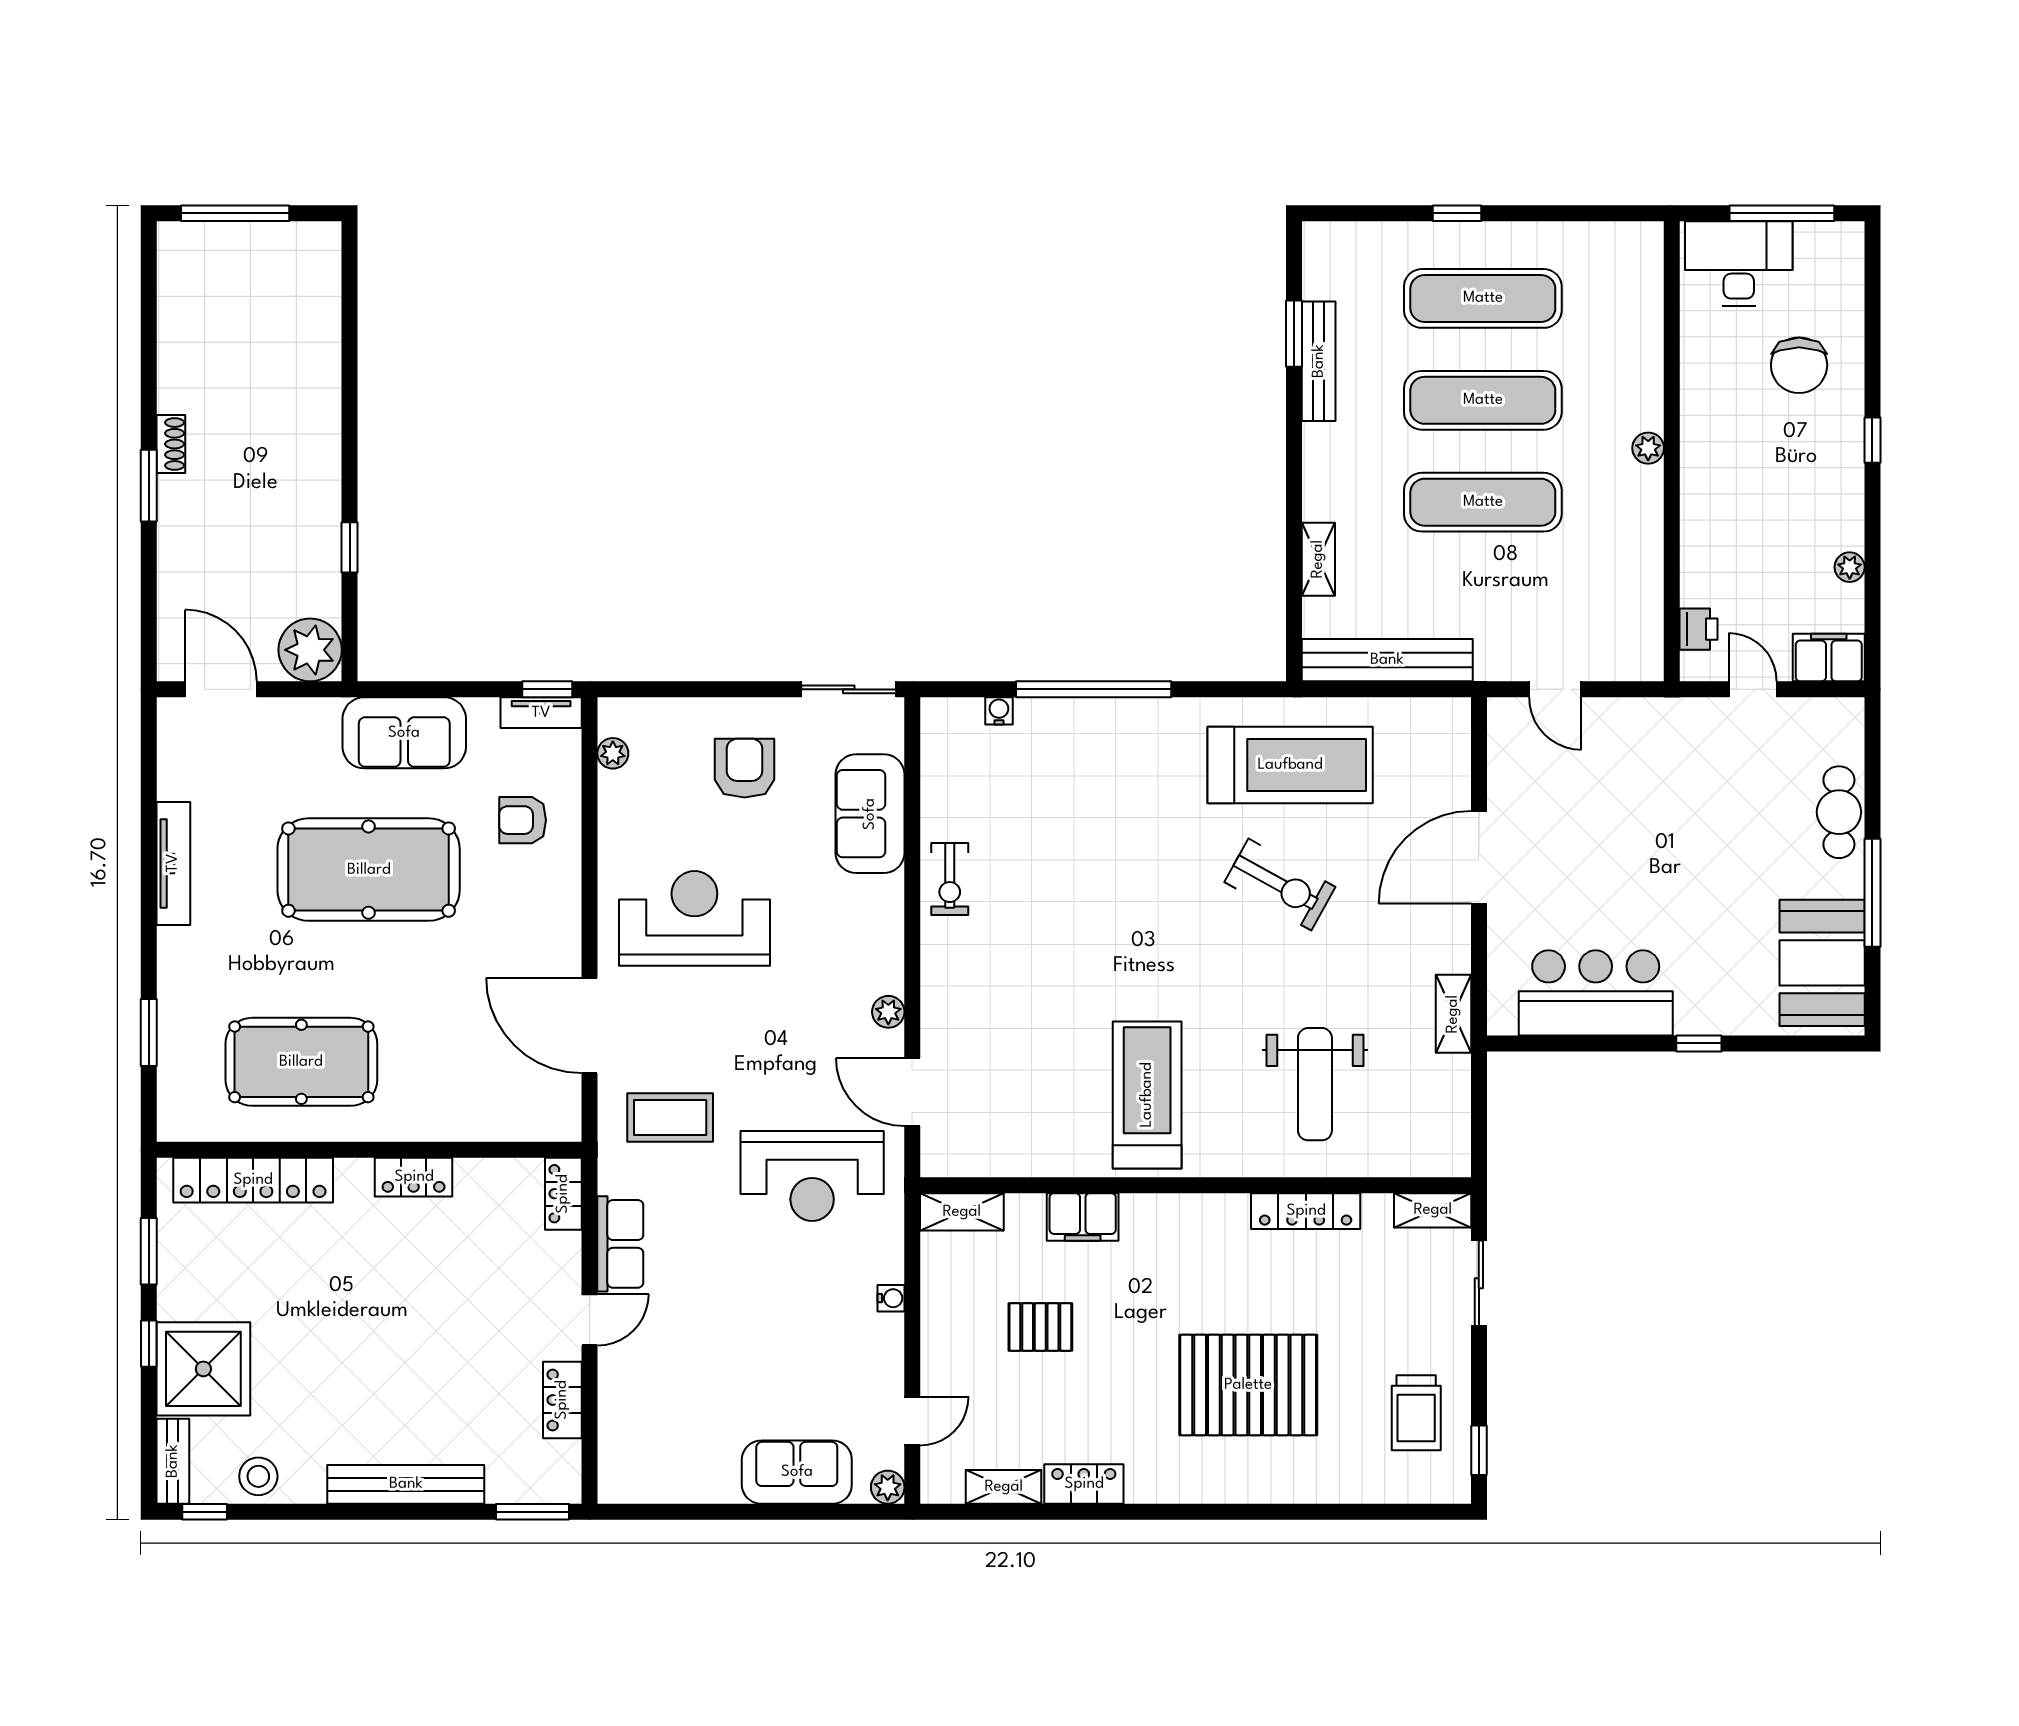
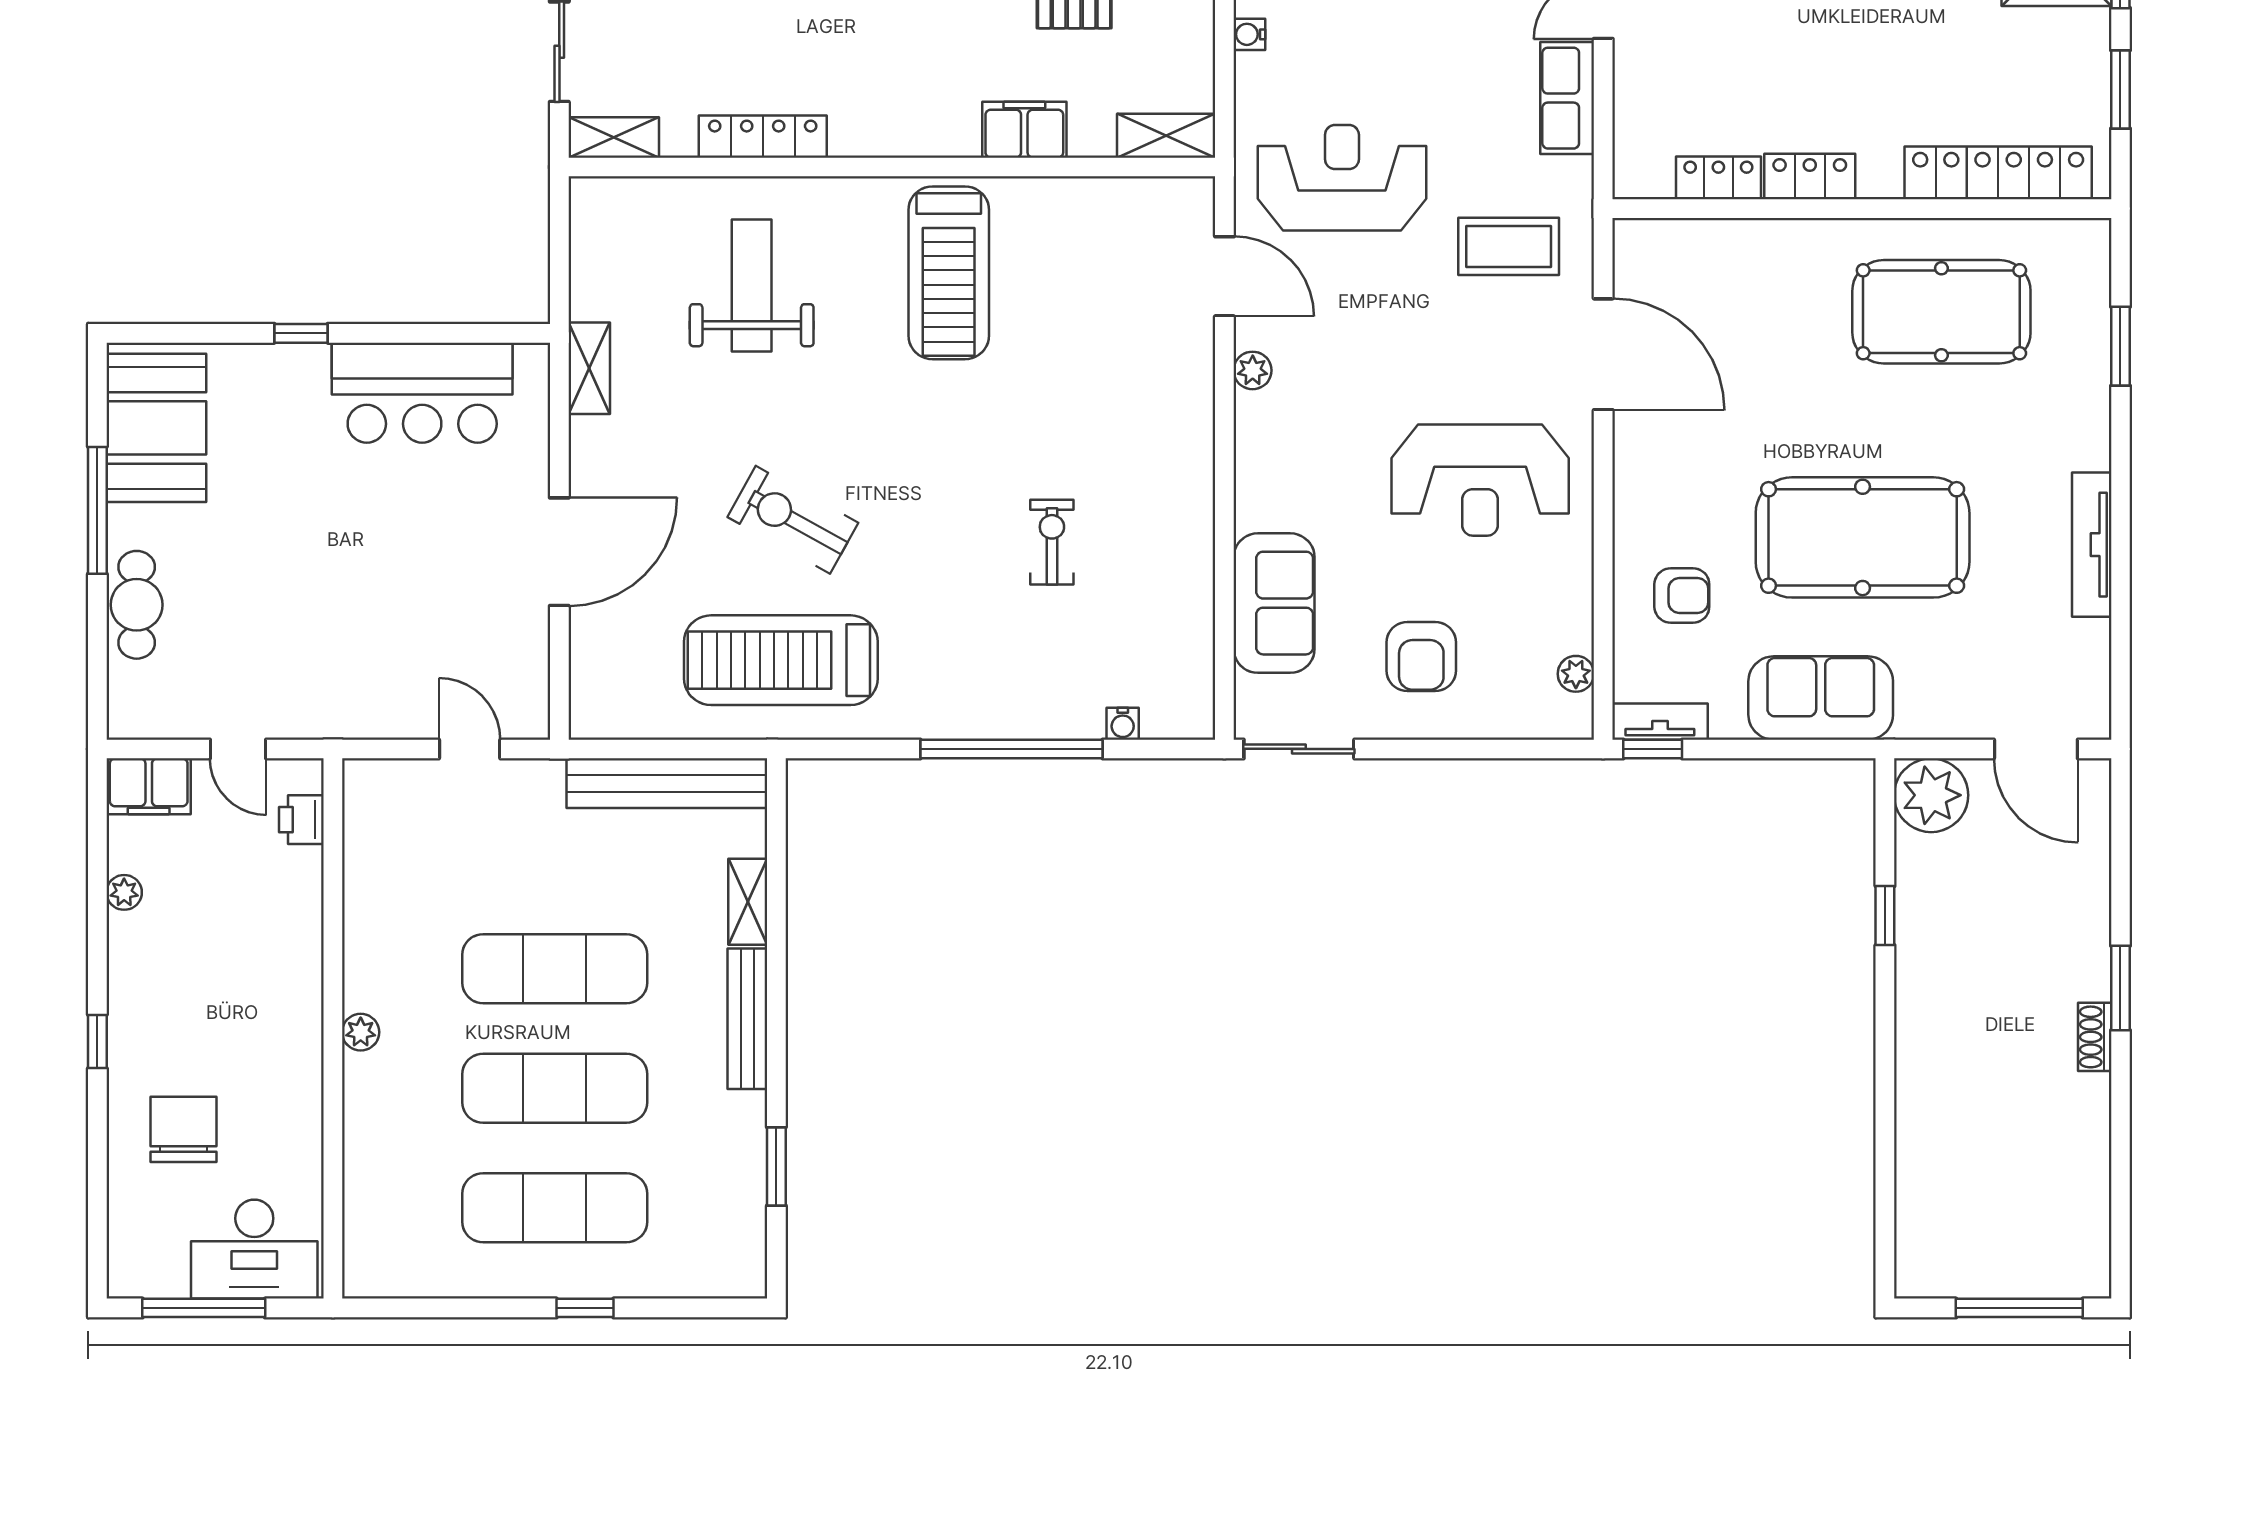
bench: (1319, 361) -> (747, 1019), moved
exercise bike: (950, 879) -> (1052, 542), moved
locker: (563, 1194) -> (1718, 178), moved, turned -90

